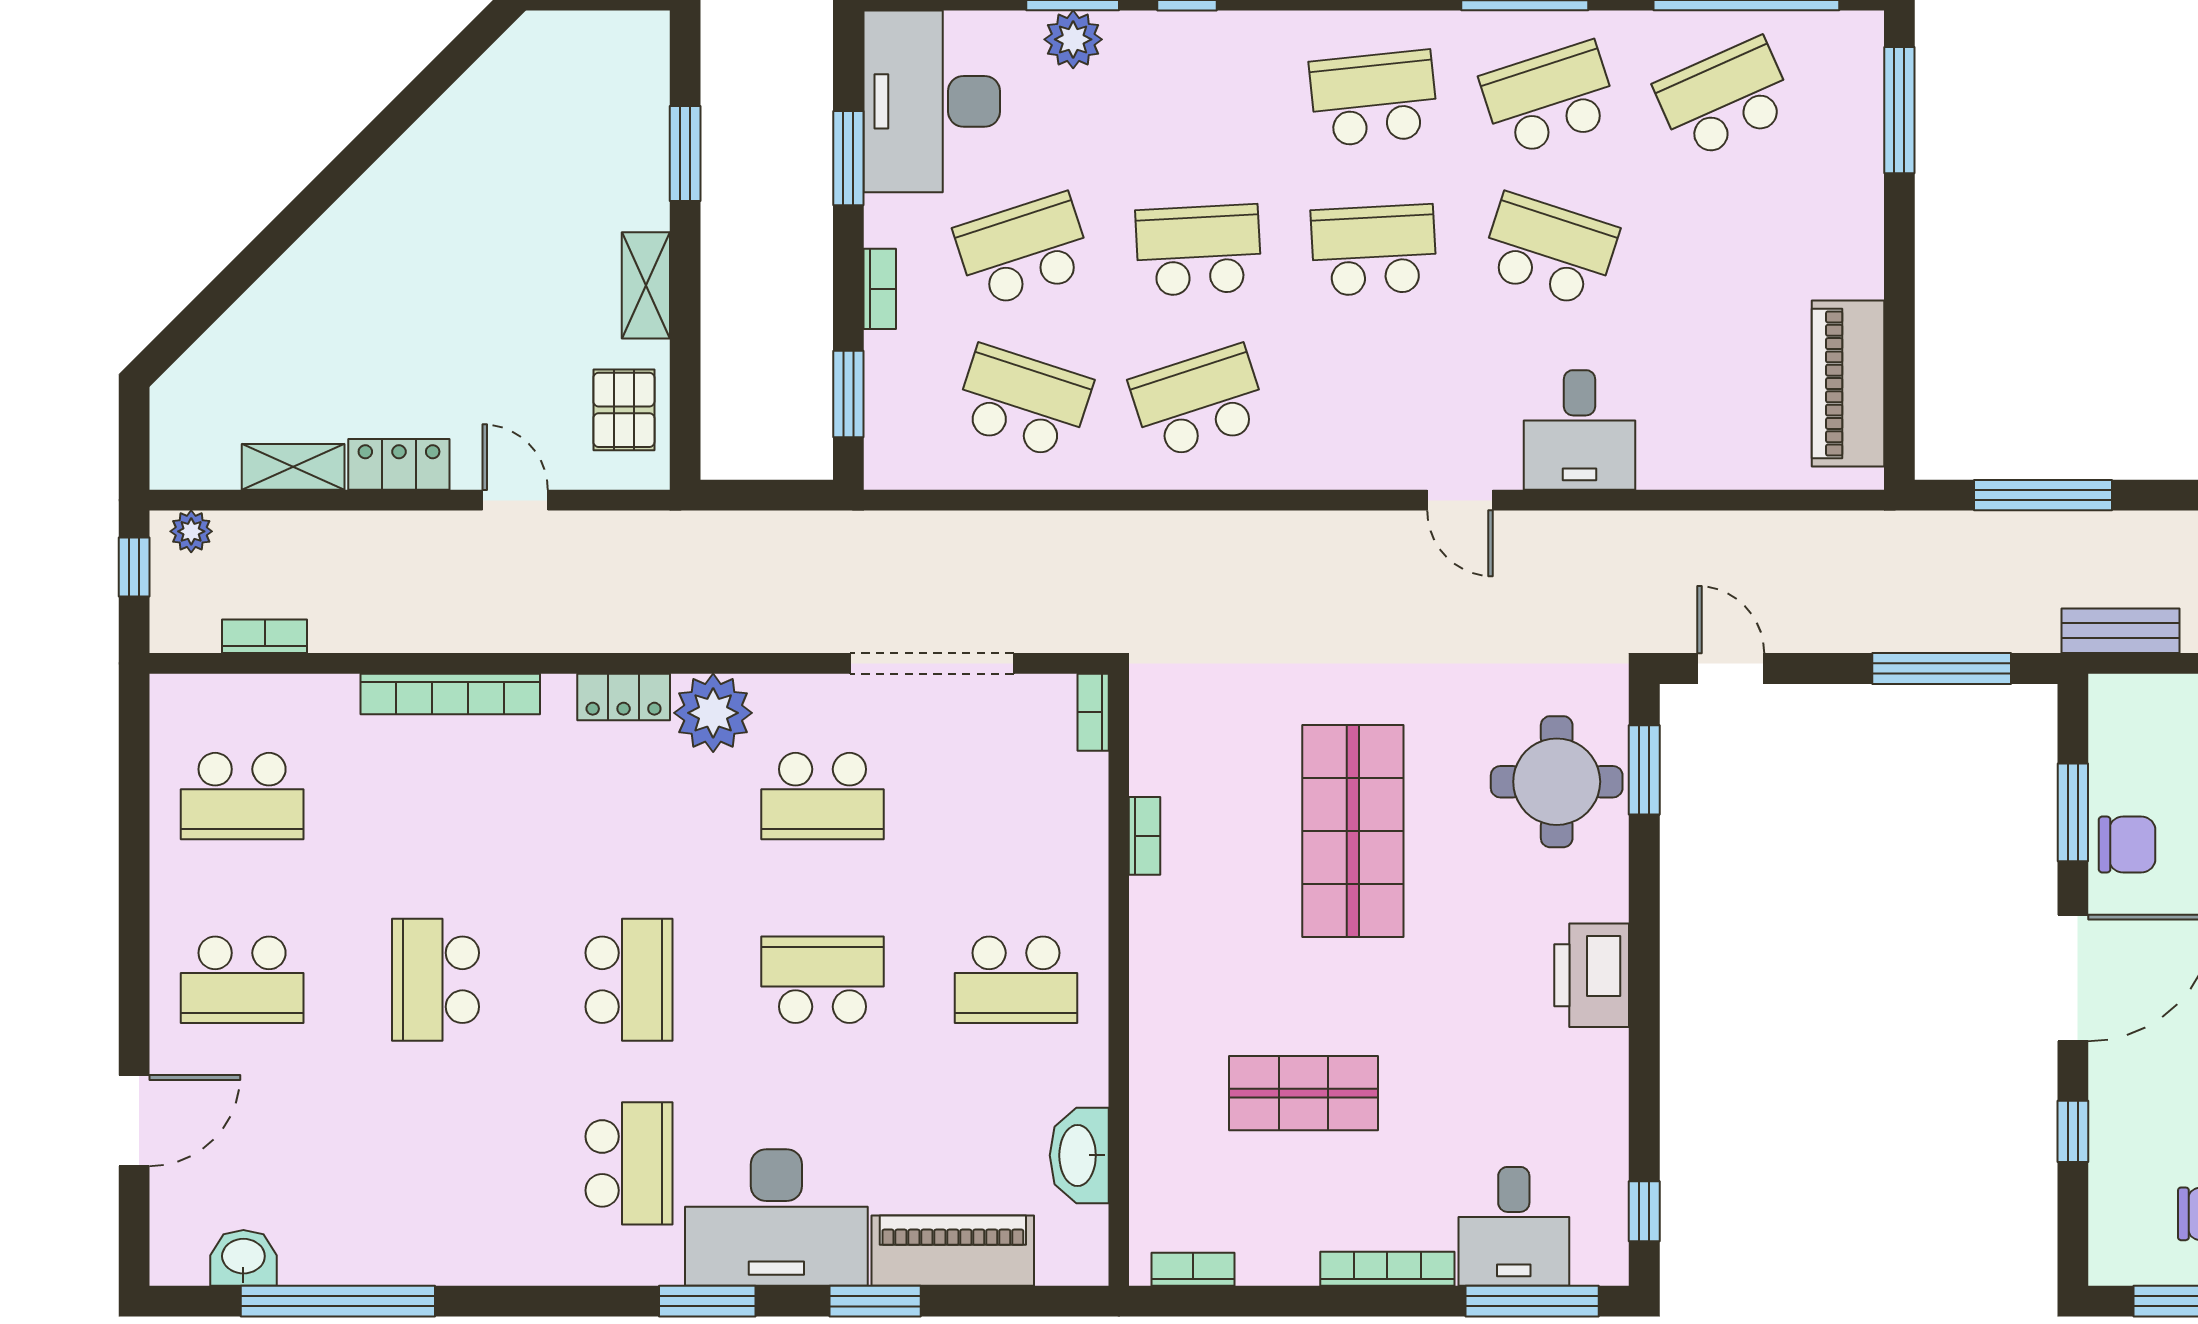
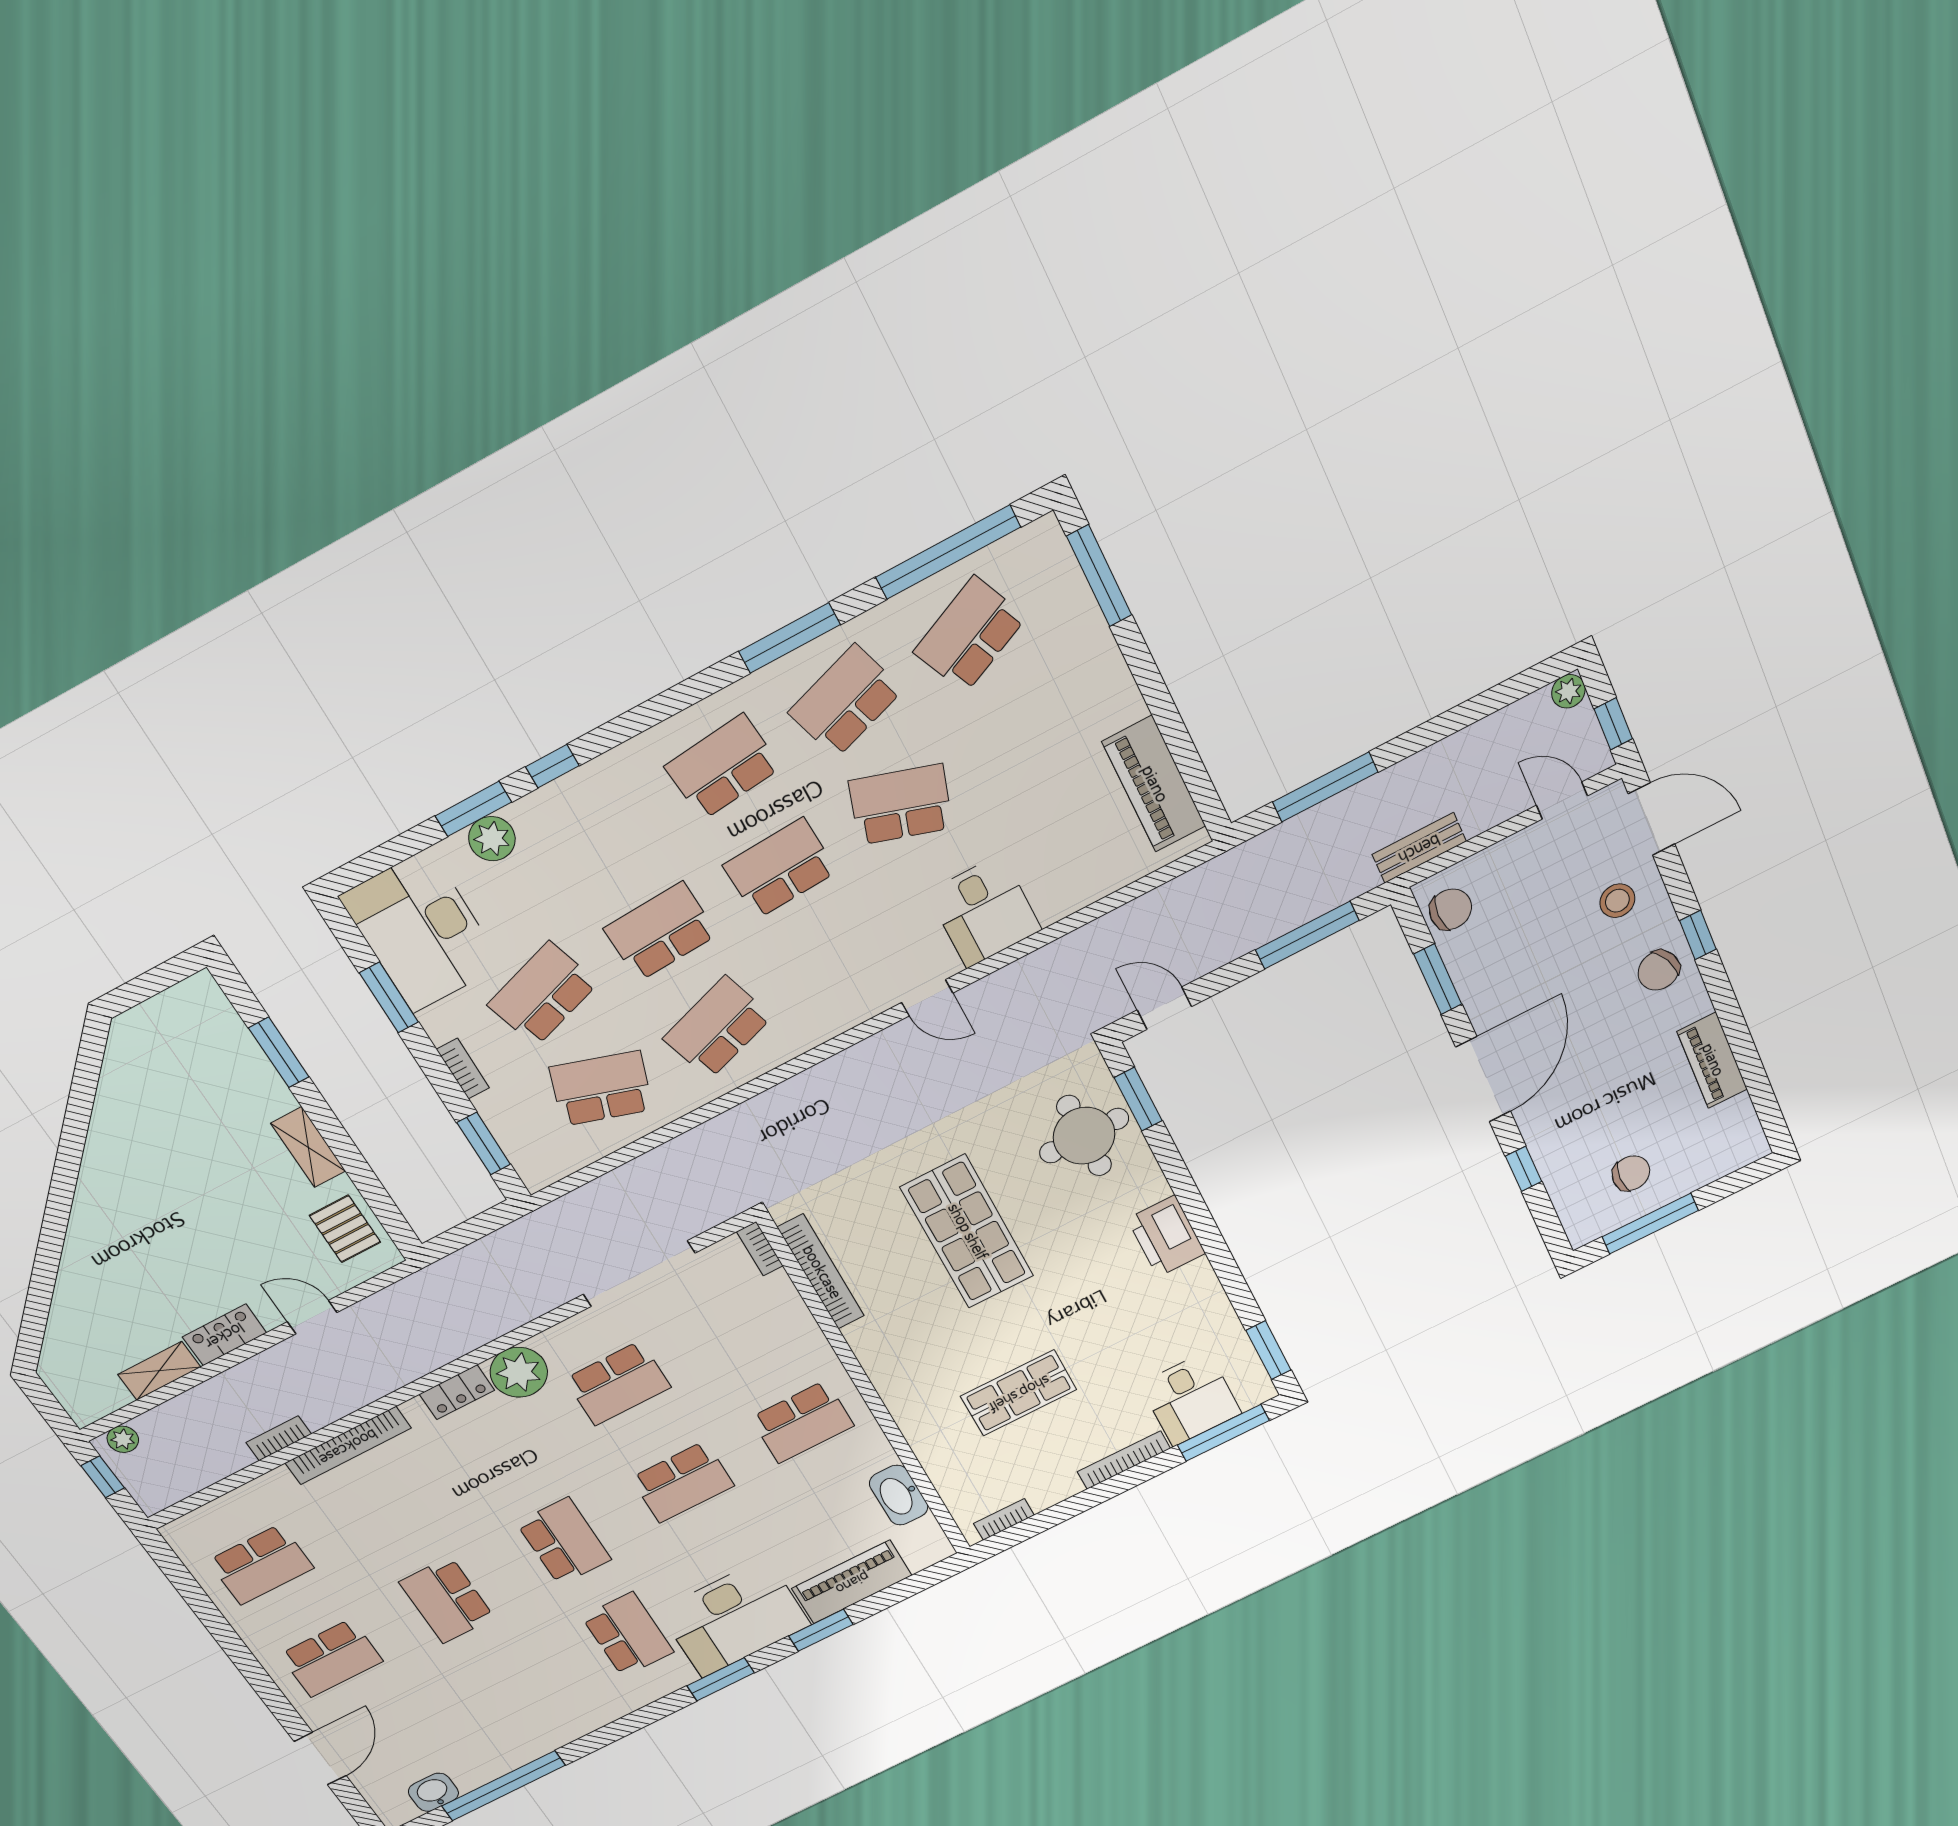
bookcase: (265, 636) -> (279, 1438), moved
bookcase: (1145, 836) -> (821, 1272), width x2.31, depth x1.31
chair: (2127, 845) -> (1451, 909), moved
school desk: (823, 980) -> (682, 1482), turned 180
window: (1644, 1211) -> (1269, 1350), width x1.50

